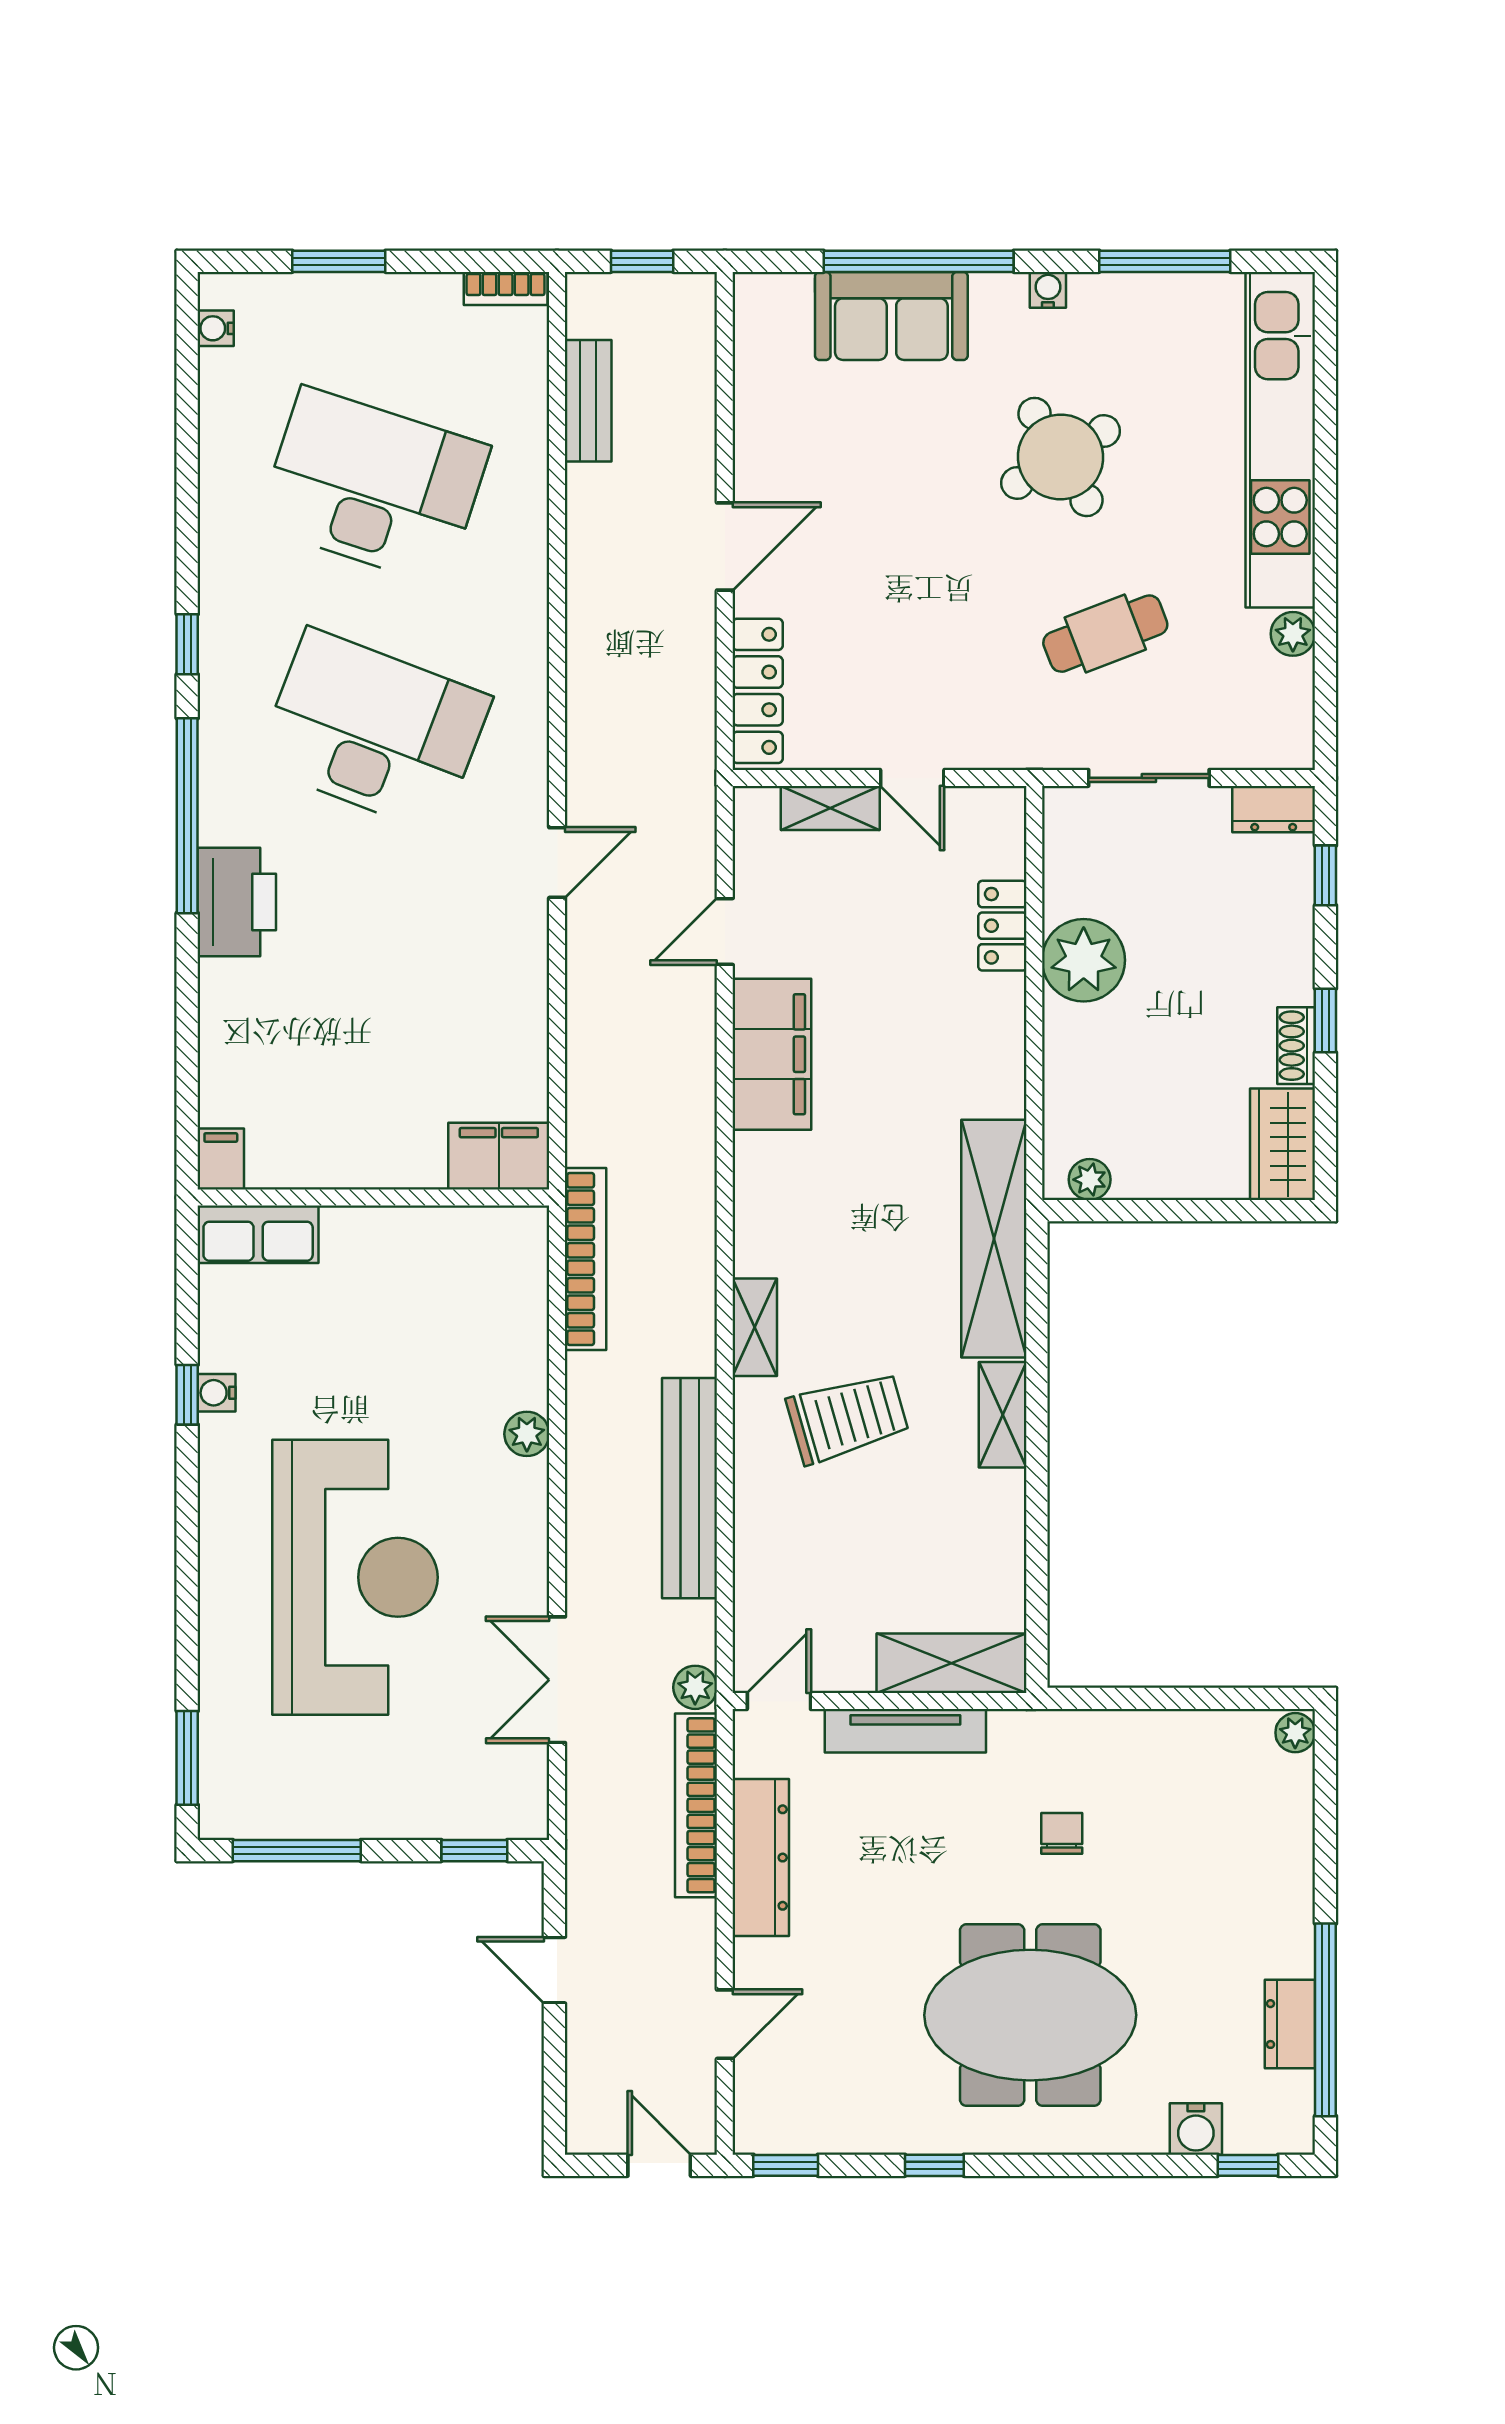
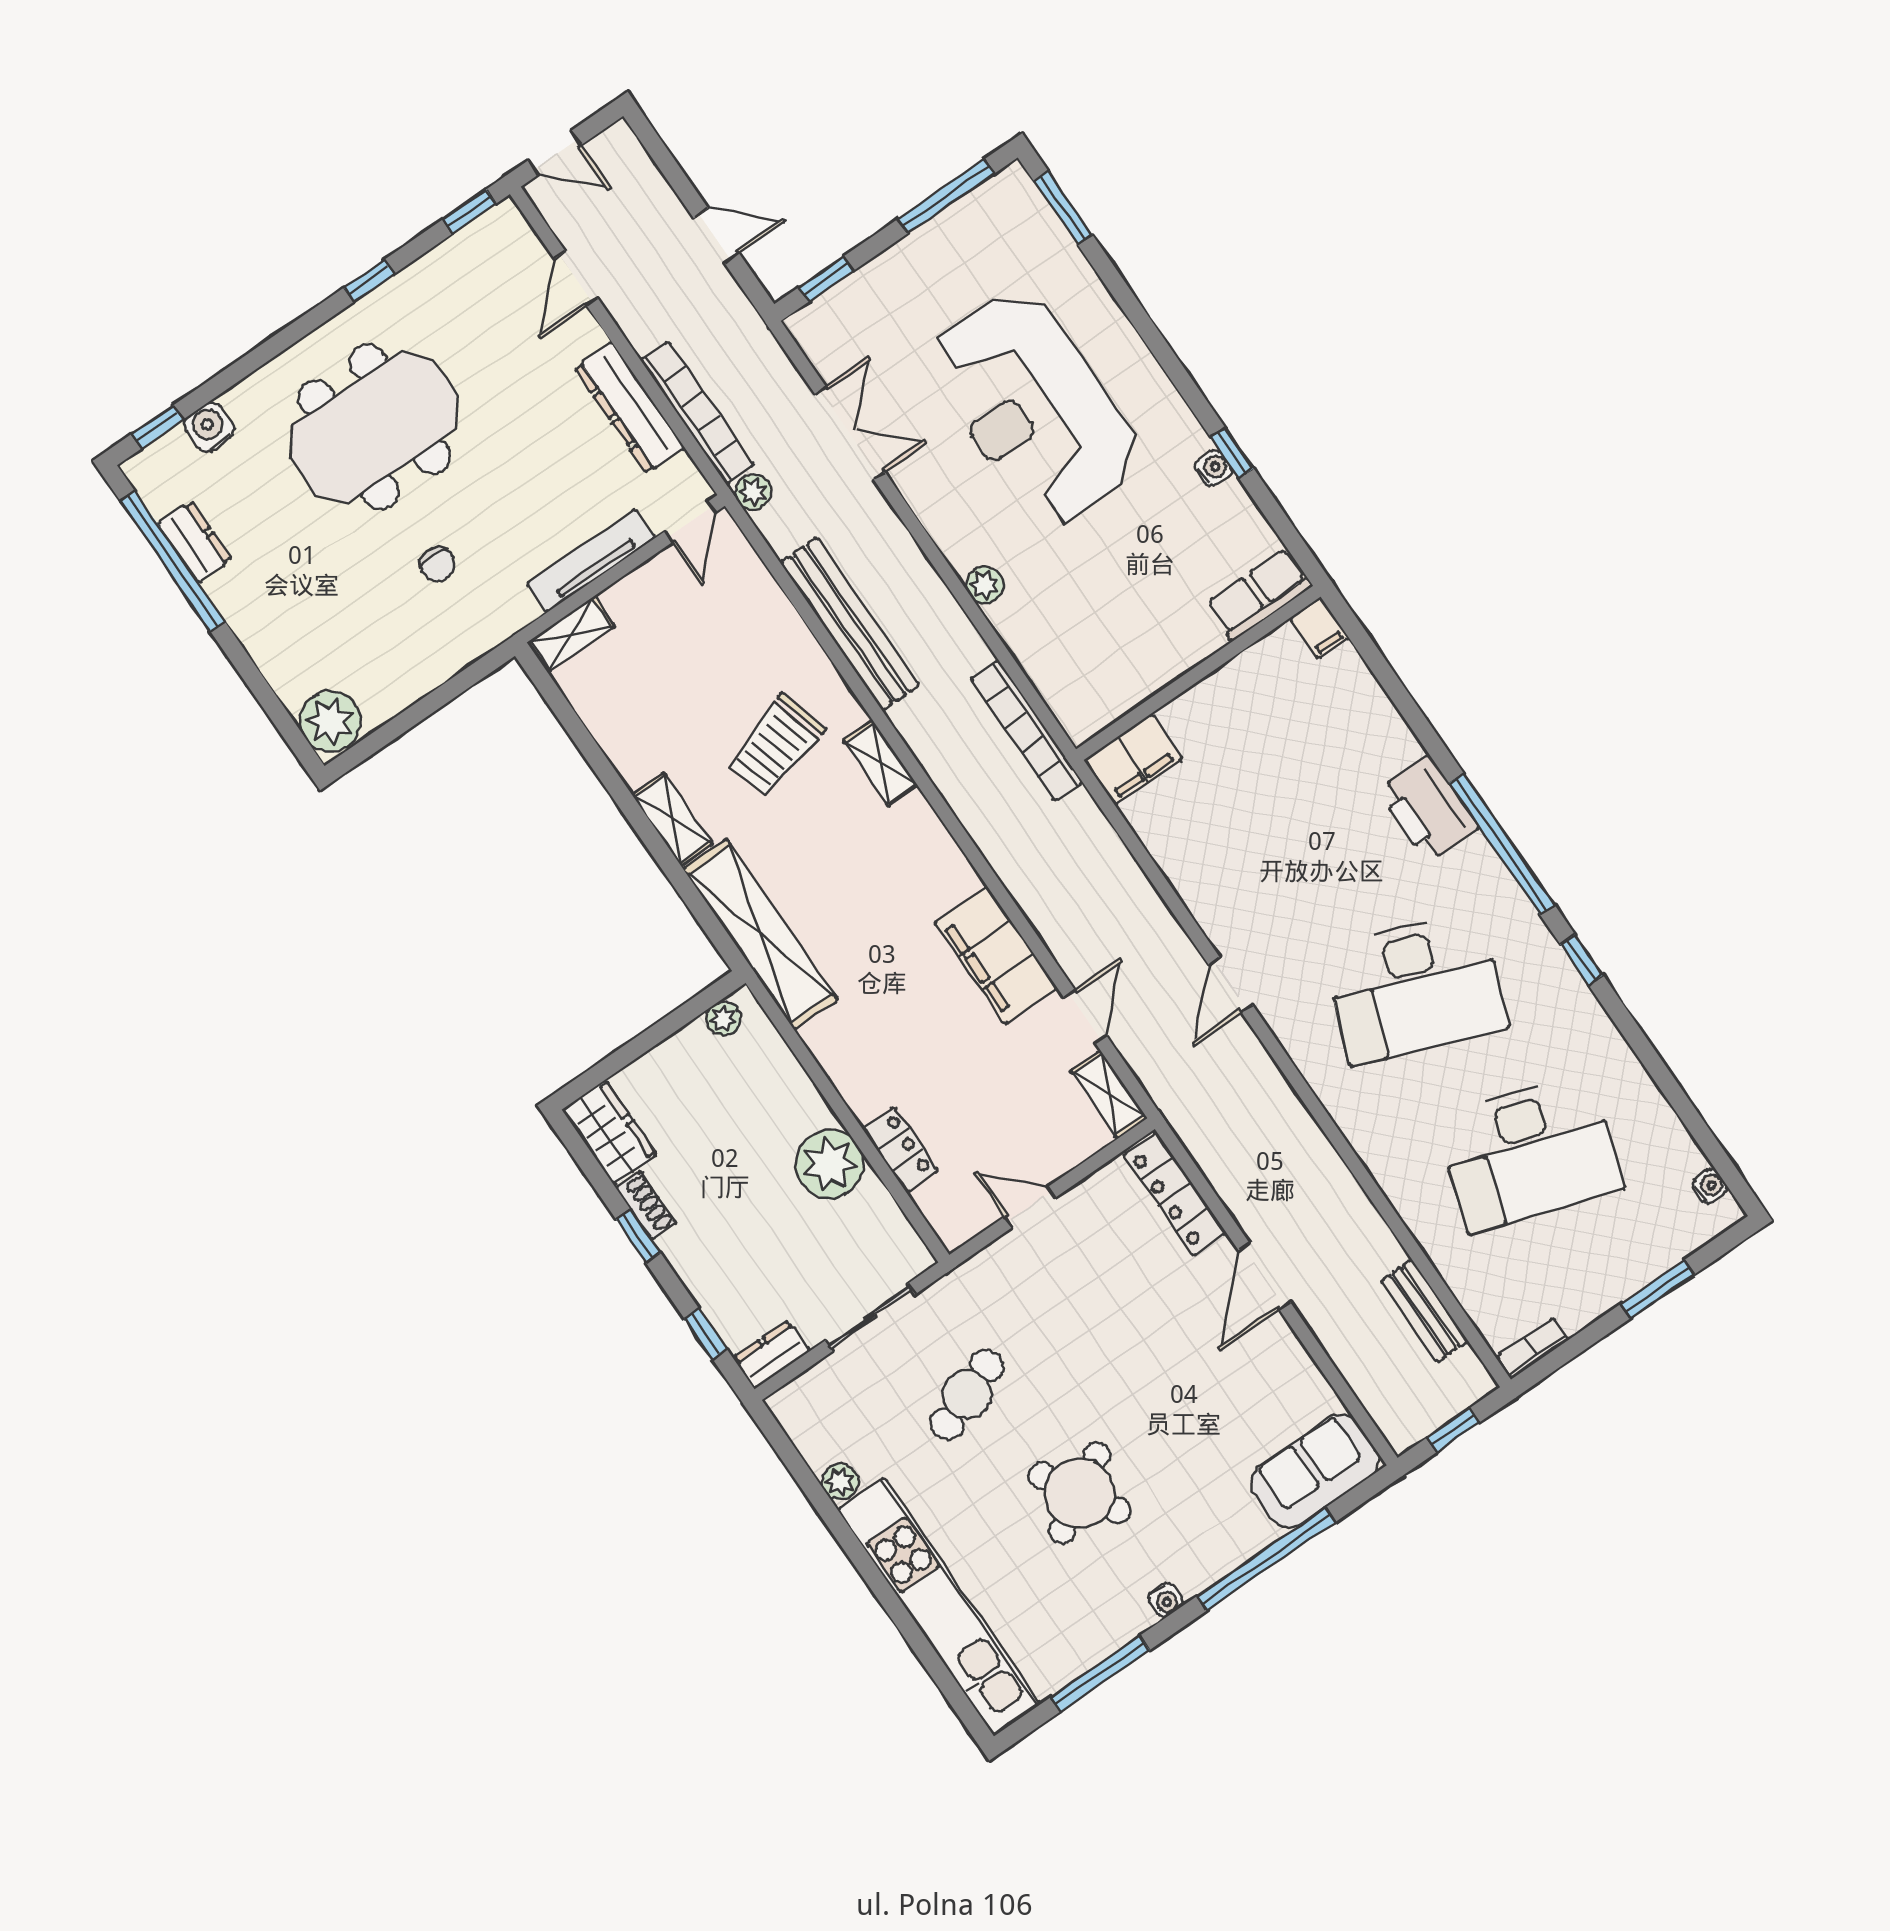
sofa: (891, 316) -> (1315, 1471), moved
shelving: (830, 808) -> (1109, 1094), moved, turned 90
shelving: (951, 1663) -> (571, 634), width x0.67, depth x0.75
plant: (1295, 1733) -> (330, 721), width x1.88, depth x1.88

